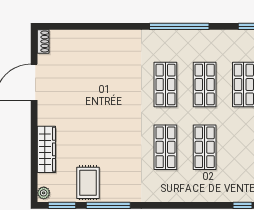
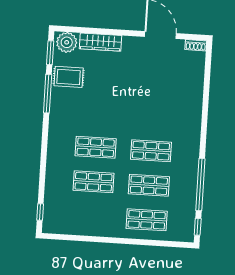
window: (179, 26) -> (200, 185), moved
plant: (44, 193) -> (67, 42), width x1.87, depth x1.87

